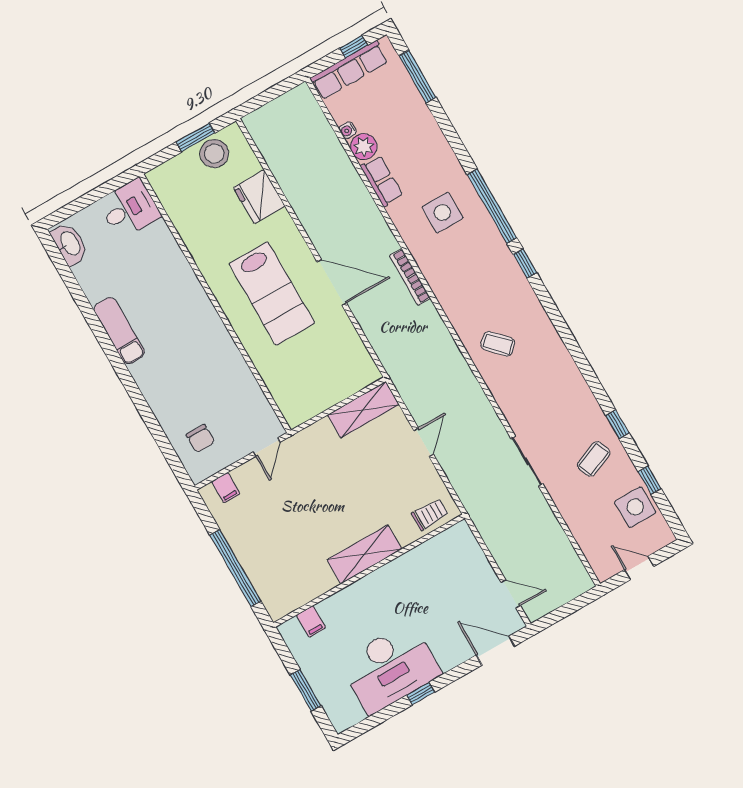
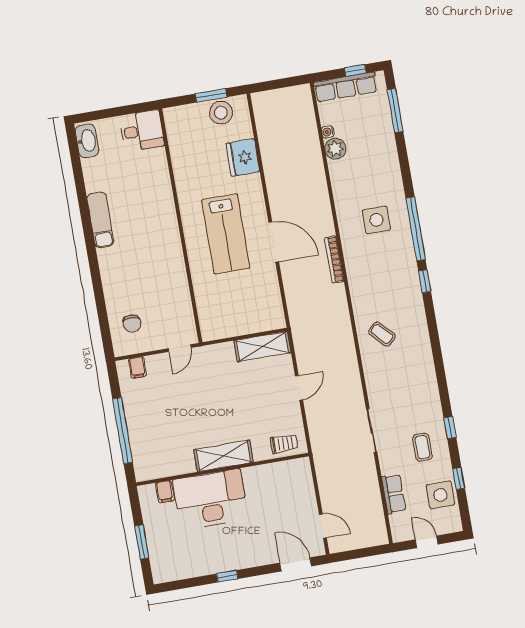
row of seats: (382, 181) -> (394, 494), moved
coffee table: (594, 459) -> (422, 447), turned -68
desk: (390, 668) -> (210, 499), moved, turned 180

